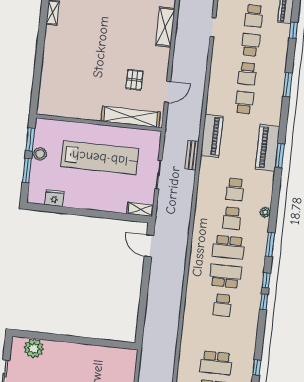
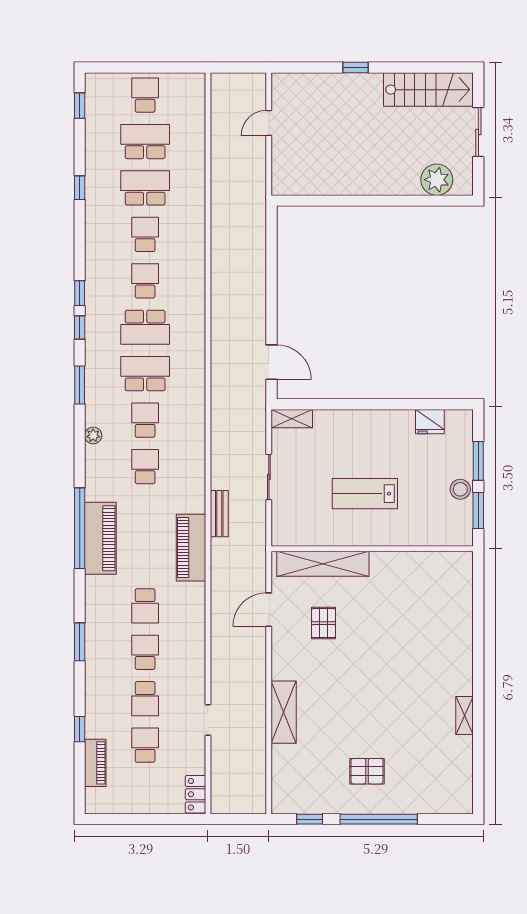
window: (280, 155) -> (80, 528), width x2.11
lab bench: (100, 158) -> (365, 494), width x0.54, depth x0.72
school desk: (219, 334) -> (145, 234), added

